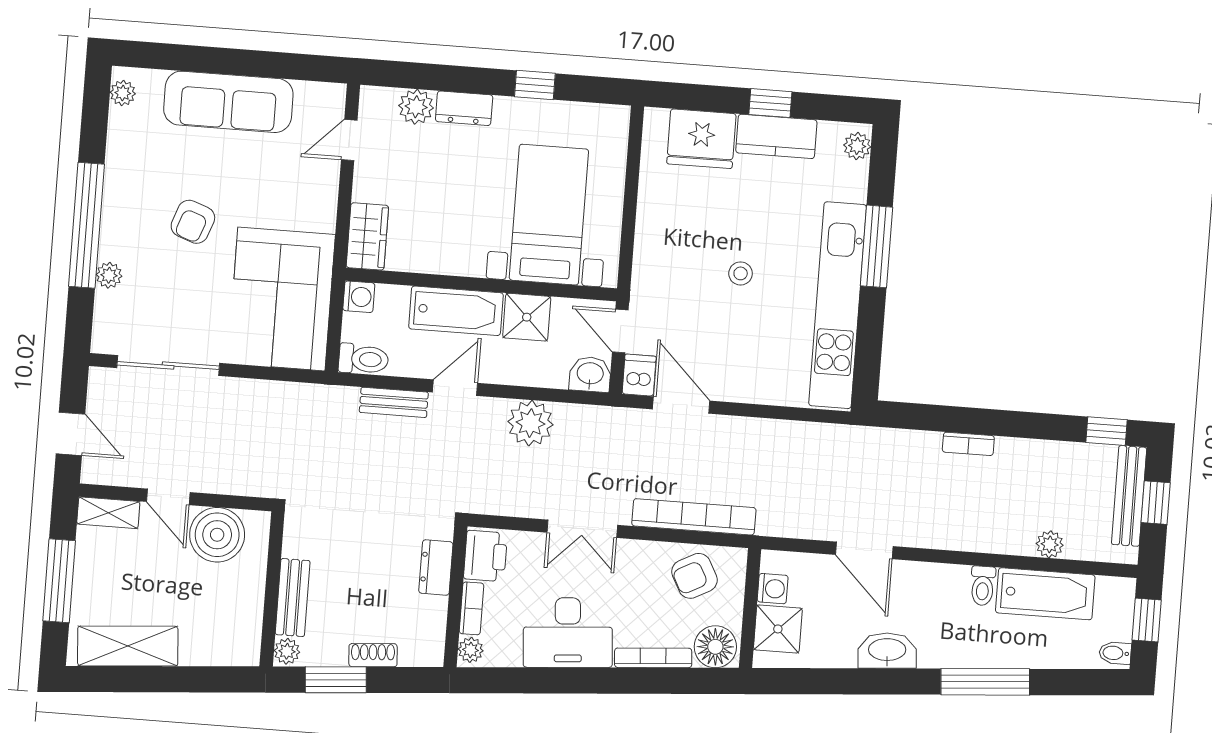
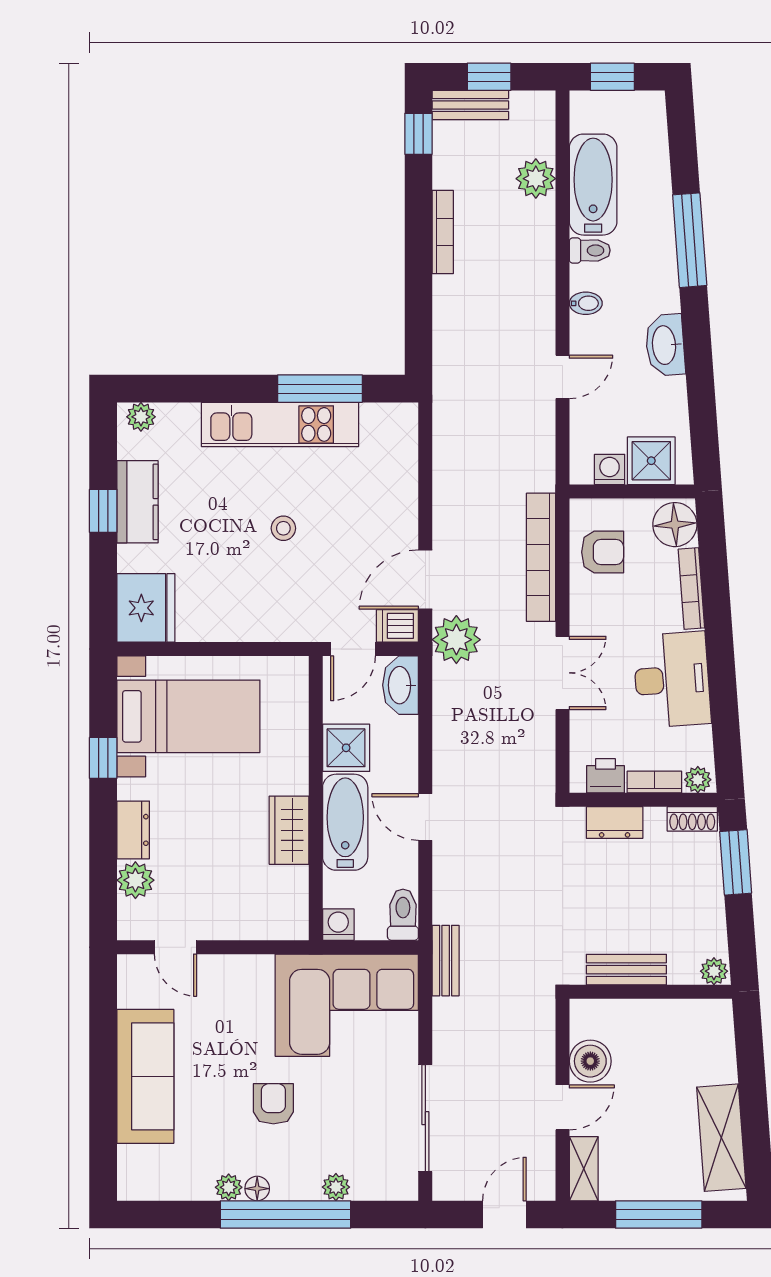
plant: (123, 93) -> (229, 1187), moved
fridge: (701, 139) -> (146, 608), moved
floor lamp: (113, 200) -> (257, 1189), added
bed with nightstands: (549, 215) -> (188, 716), moved, turned 180
armchair: (193, 222) -> (273, 1104), turned -110
wardrobe: (367, 236) -> (289, 830), moved, turned -90
window: (876, 246) -> (320, 389), moved
kitchen unit: (838, 305) -> (280, 424), width x0.73
washbasin: (590, 374) -> (401, 685), width x1.38
bench: (394, 402) -> (446, 961), moved
plant: (530, 423) -> (456, 640), moved
bookcase: (968, 444) -> (443, 232), moved, width x1.56
bench: (1129, 496) -> (470, 105), width x0.73
boiler: (217, 535) -> (590, 1061), width x0.73, depth x0.73
plant: (1050, 544) -> (536, 179), width x1.38, depth x1.38
door: (864, 550) -> (562, 377), width x0.73
printer: (485, 556) -> (605, 776), width x0.73, depth x0.81
armchair: (694, 576) -> (603, 552), turned -62
bench: (293, 598) -> (626, 970), moved
bidet: (1115, 653) -> (586, 303), moved, turned -90
shoe rack: (373, 655) -> (692, 819), moved, turned -86
window: (336, 680) -> (736, 862), moved

